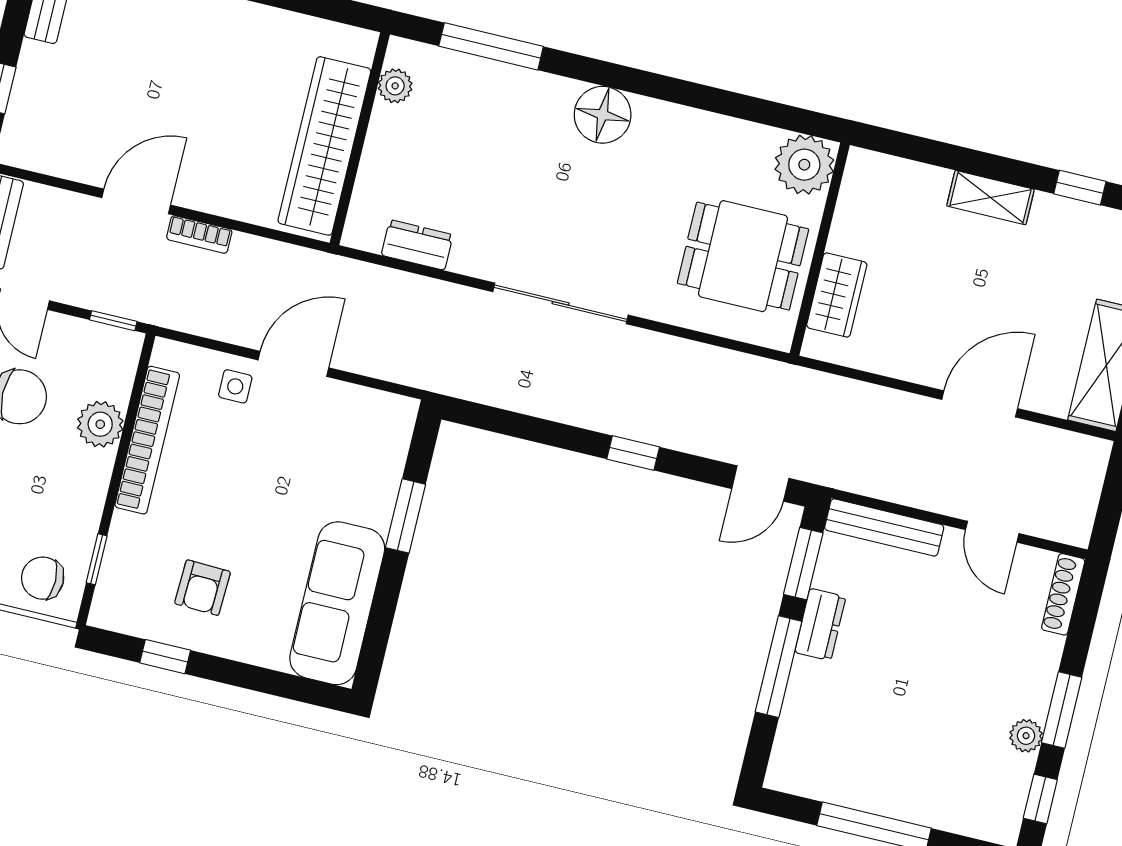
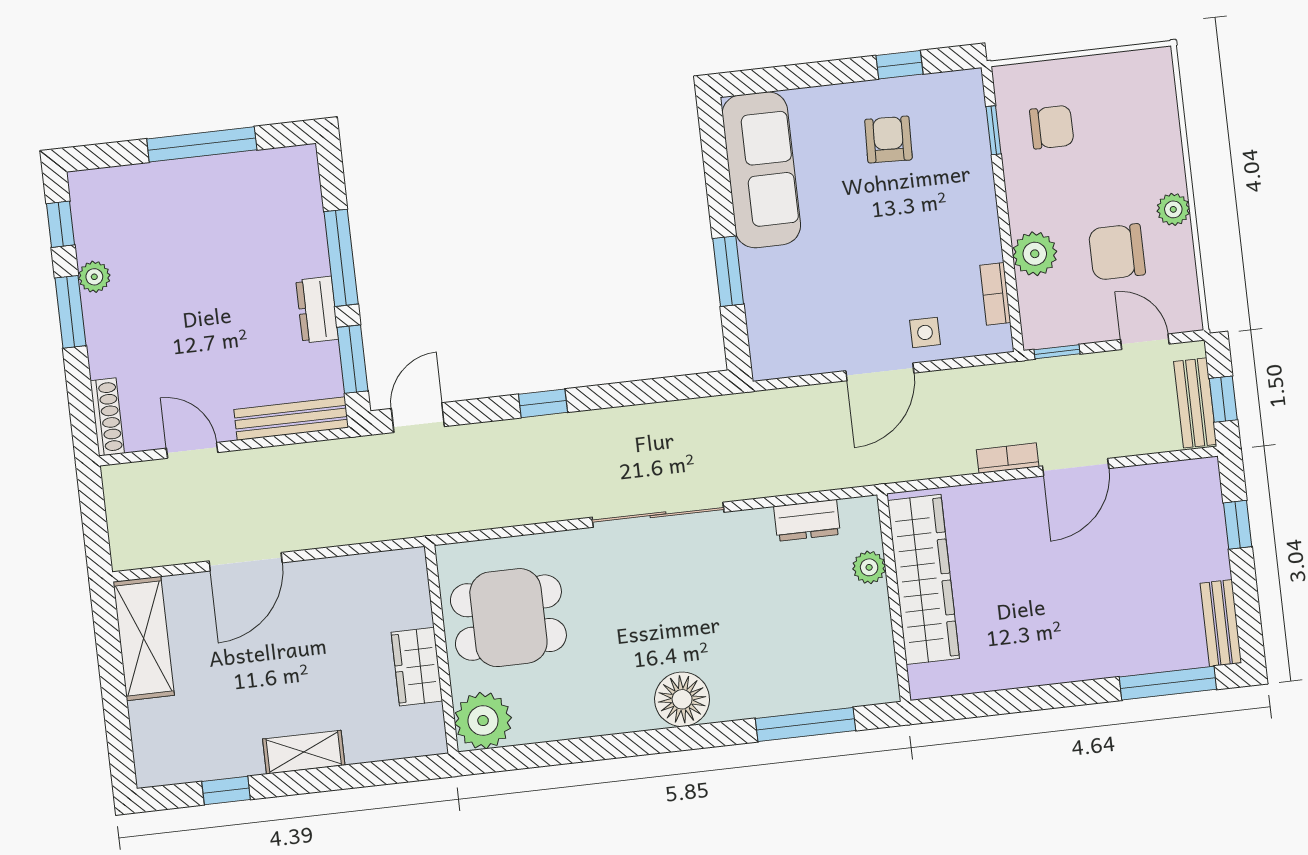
plant: (395, 86) -> (869, 567), moved
wardrobe: (837, 295) -> (417, 667), moved
bookcase: (147, 440) -> (995, 294), width x0.43, depth x0.76
chair: (43, 578) -> (1052, 127), moved

